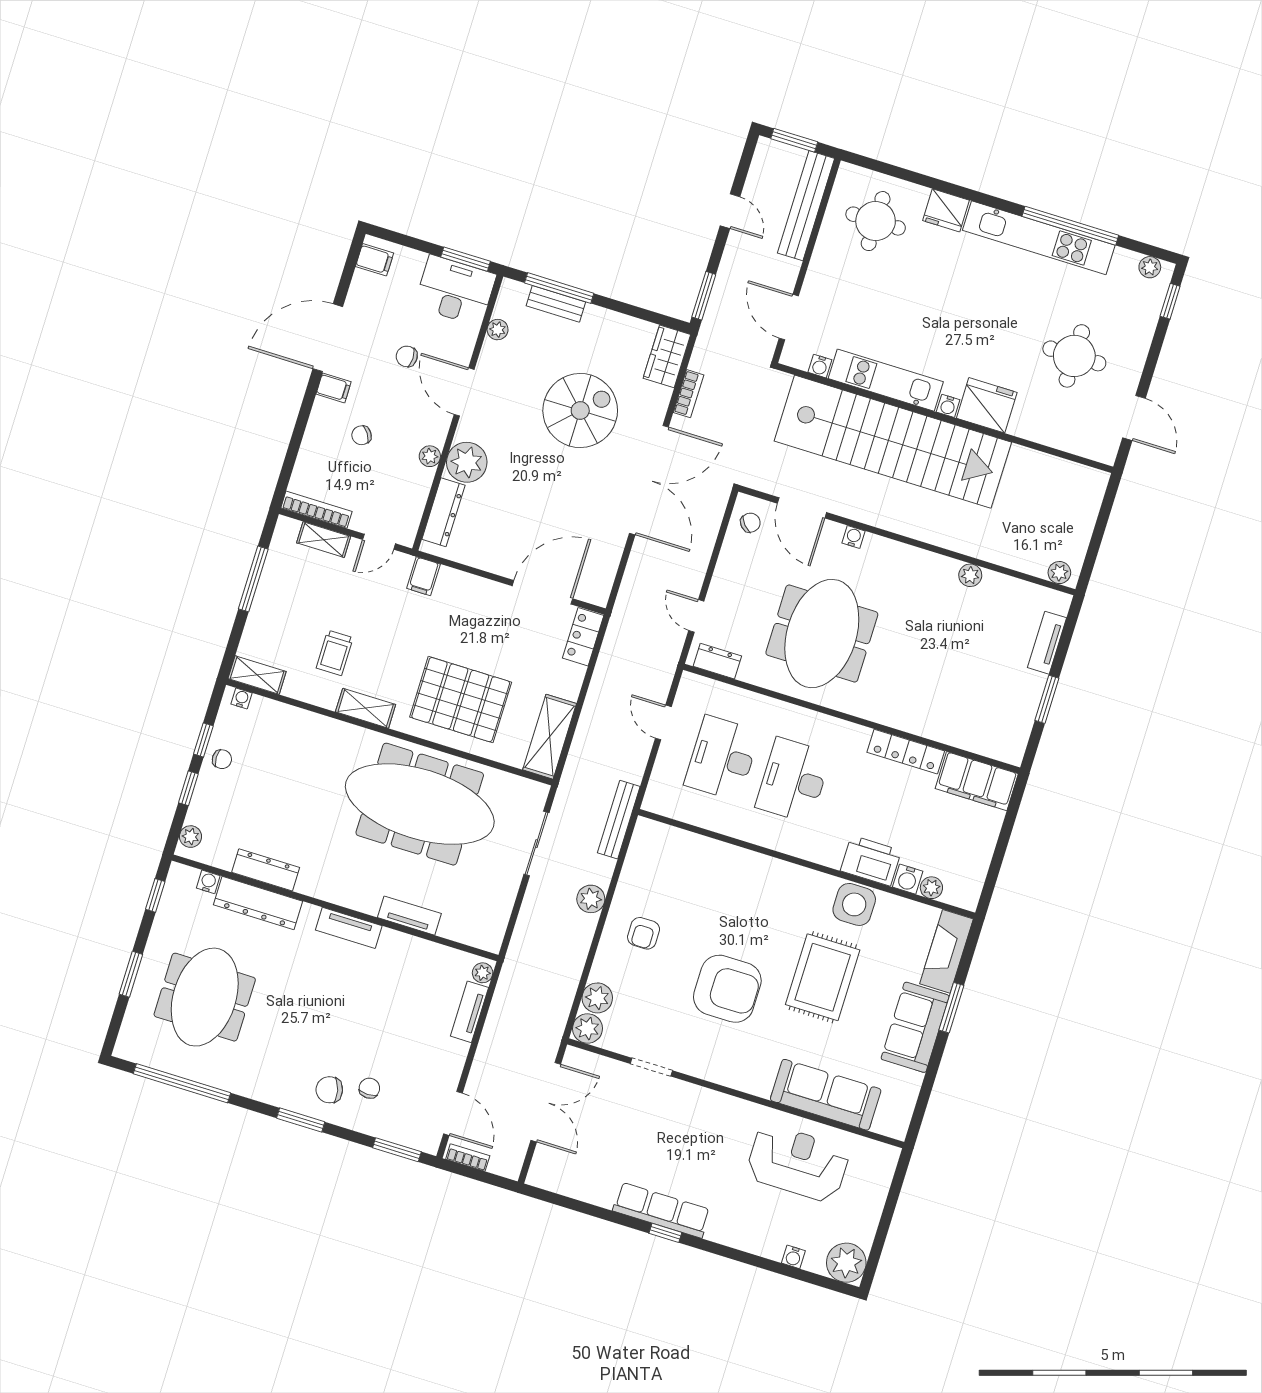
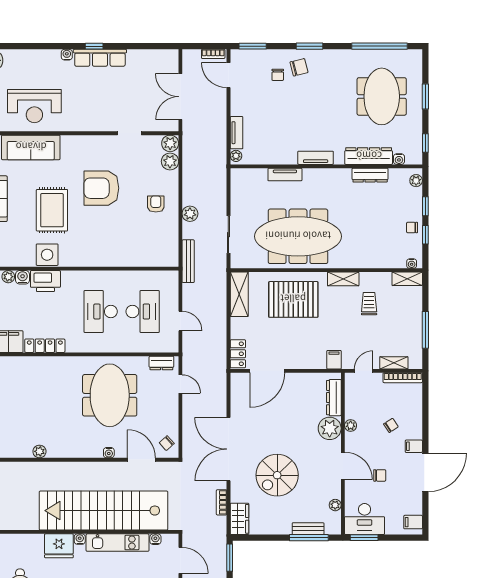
desk: (793, 780) -> (101, 312), turned 180
water cooler: (793, 1257) -> (67, 55), moved

